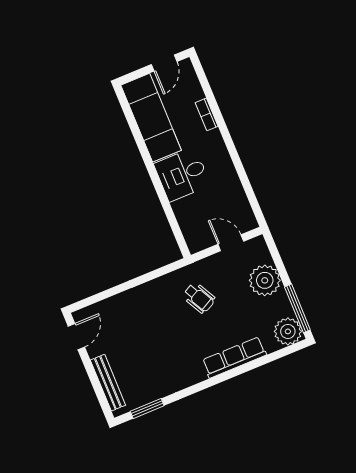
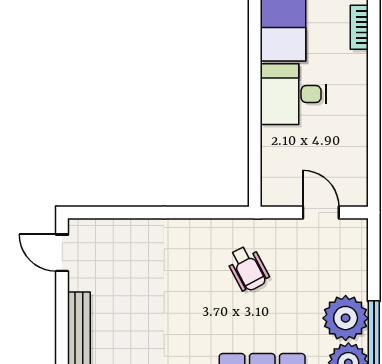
plant: (265, 280) -> (346, 318), moved
door: (76, 337) -> (62, 253), swing flipped

